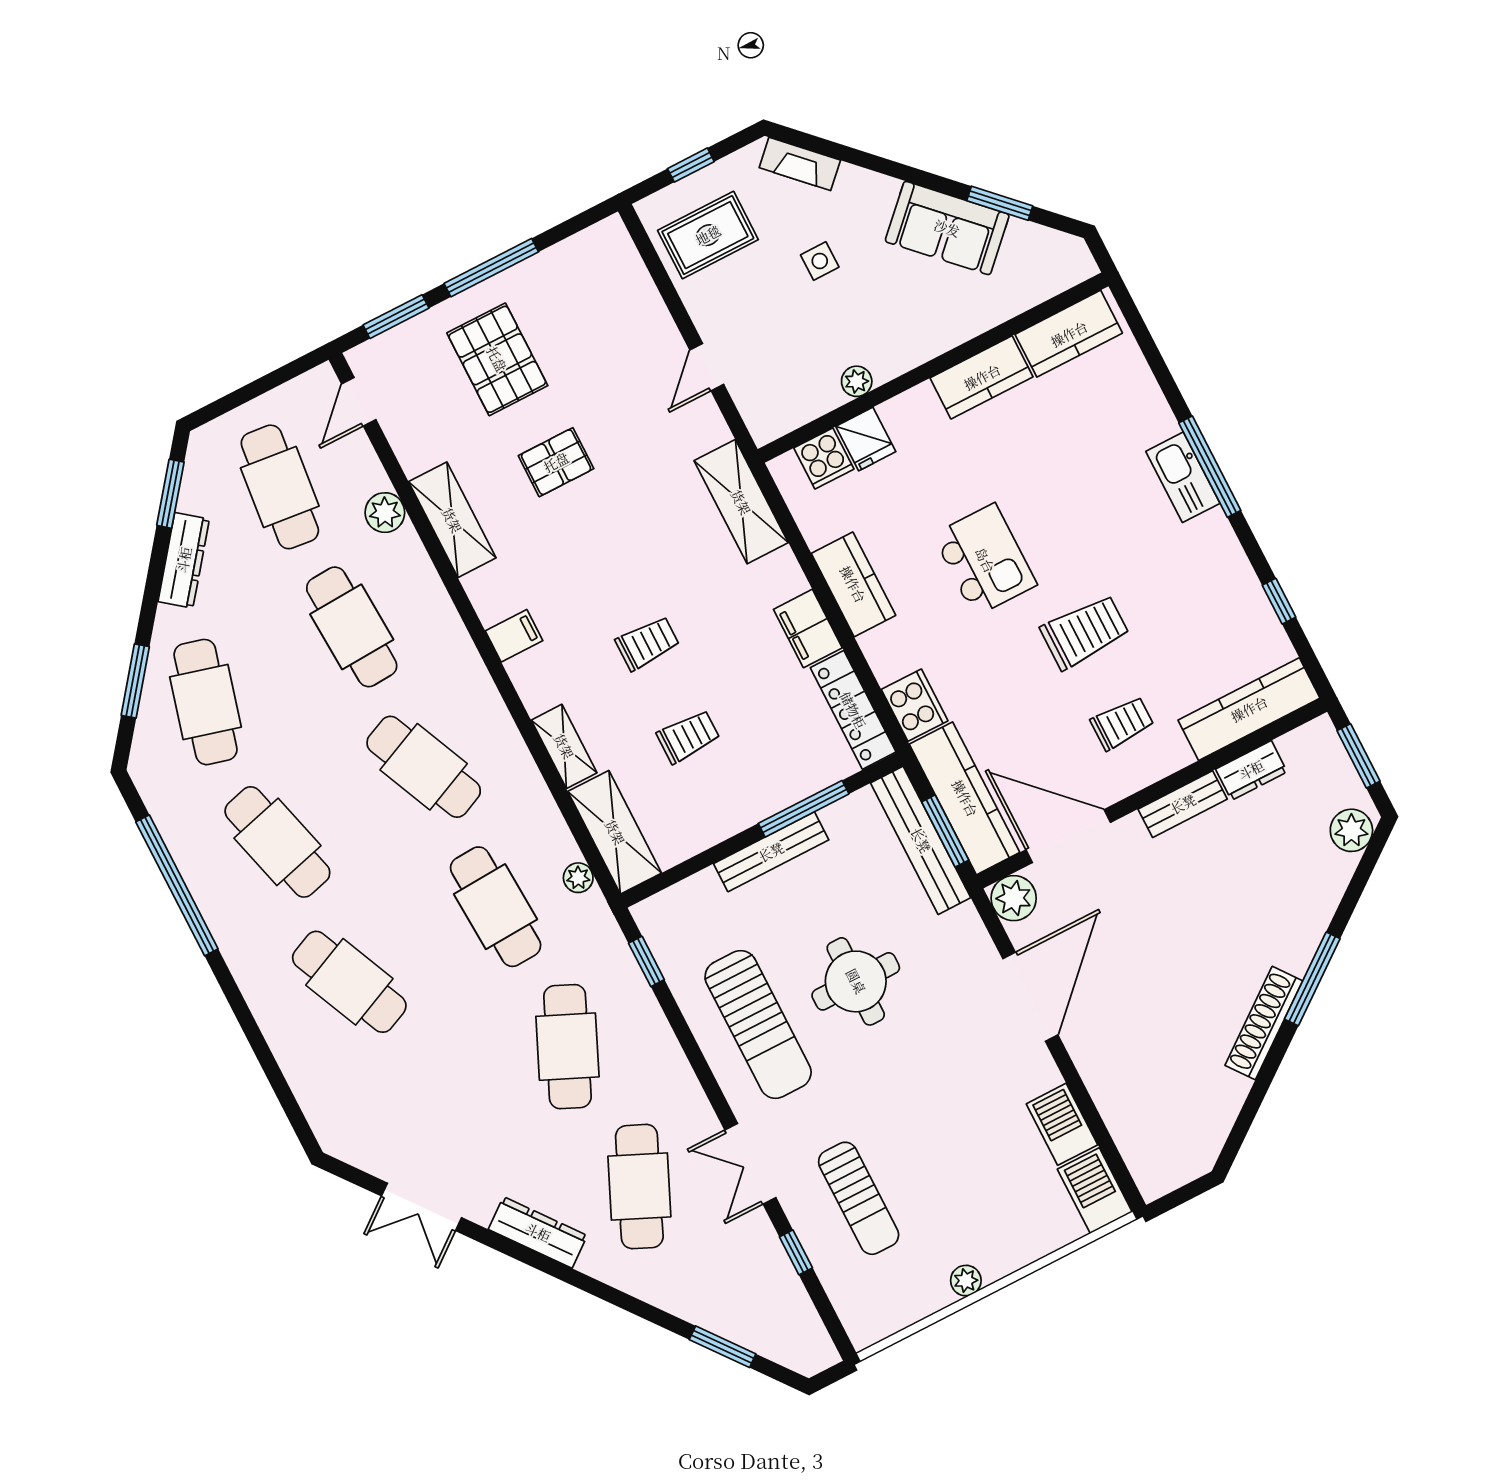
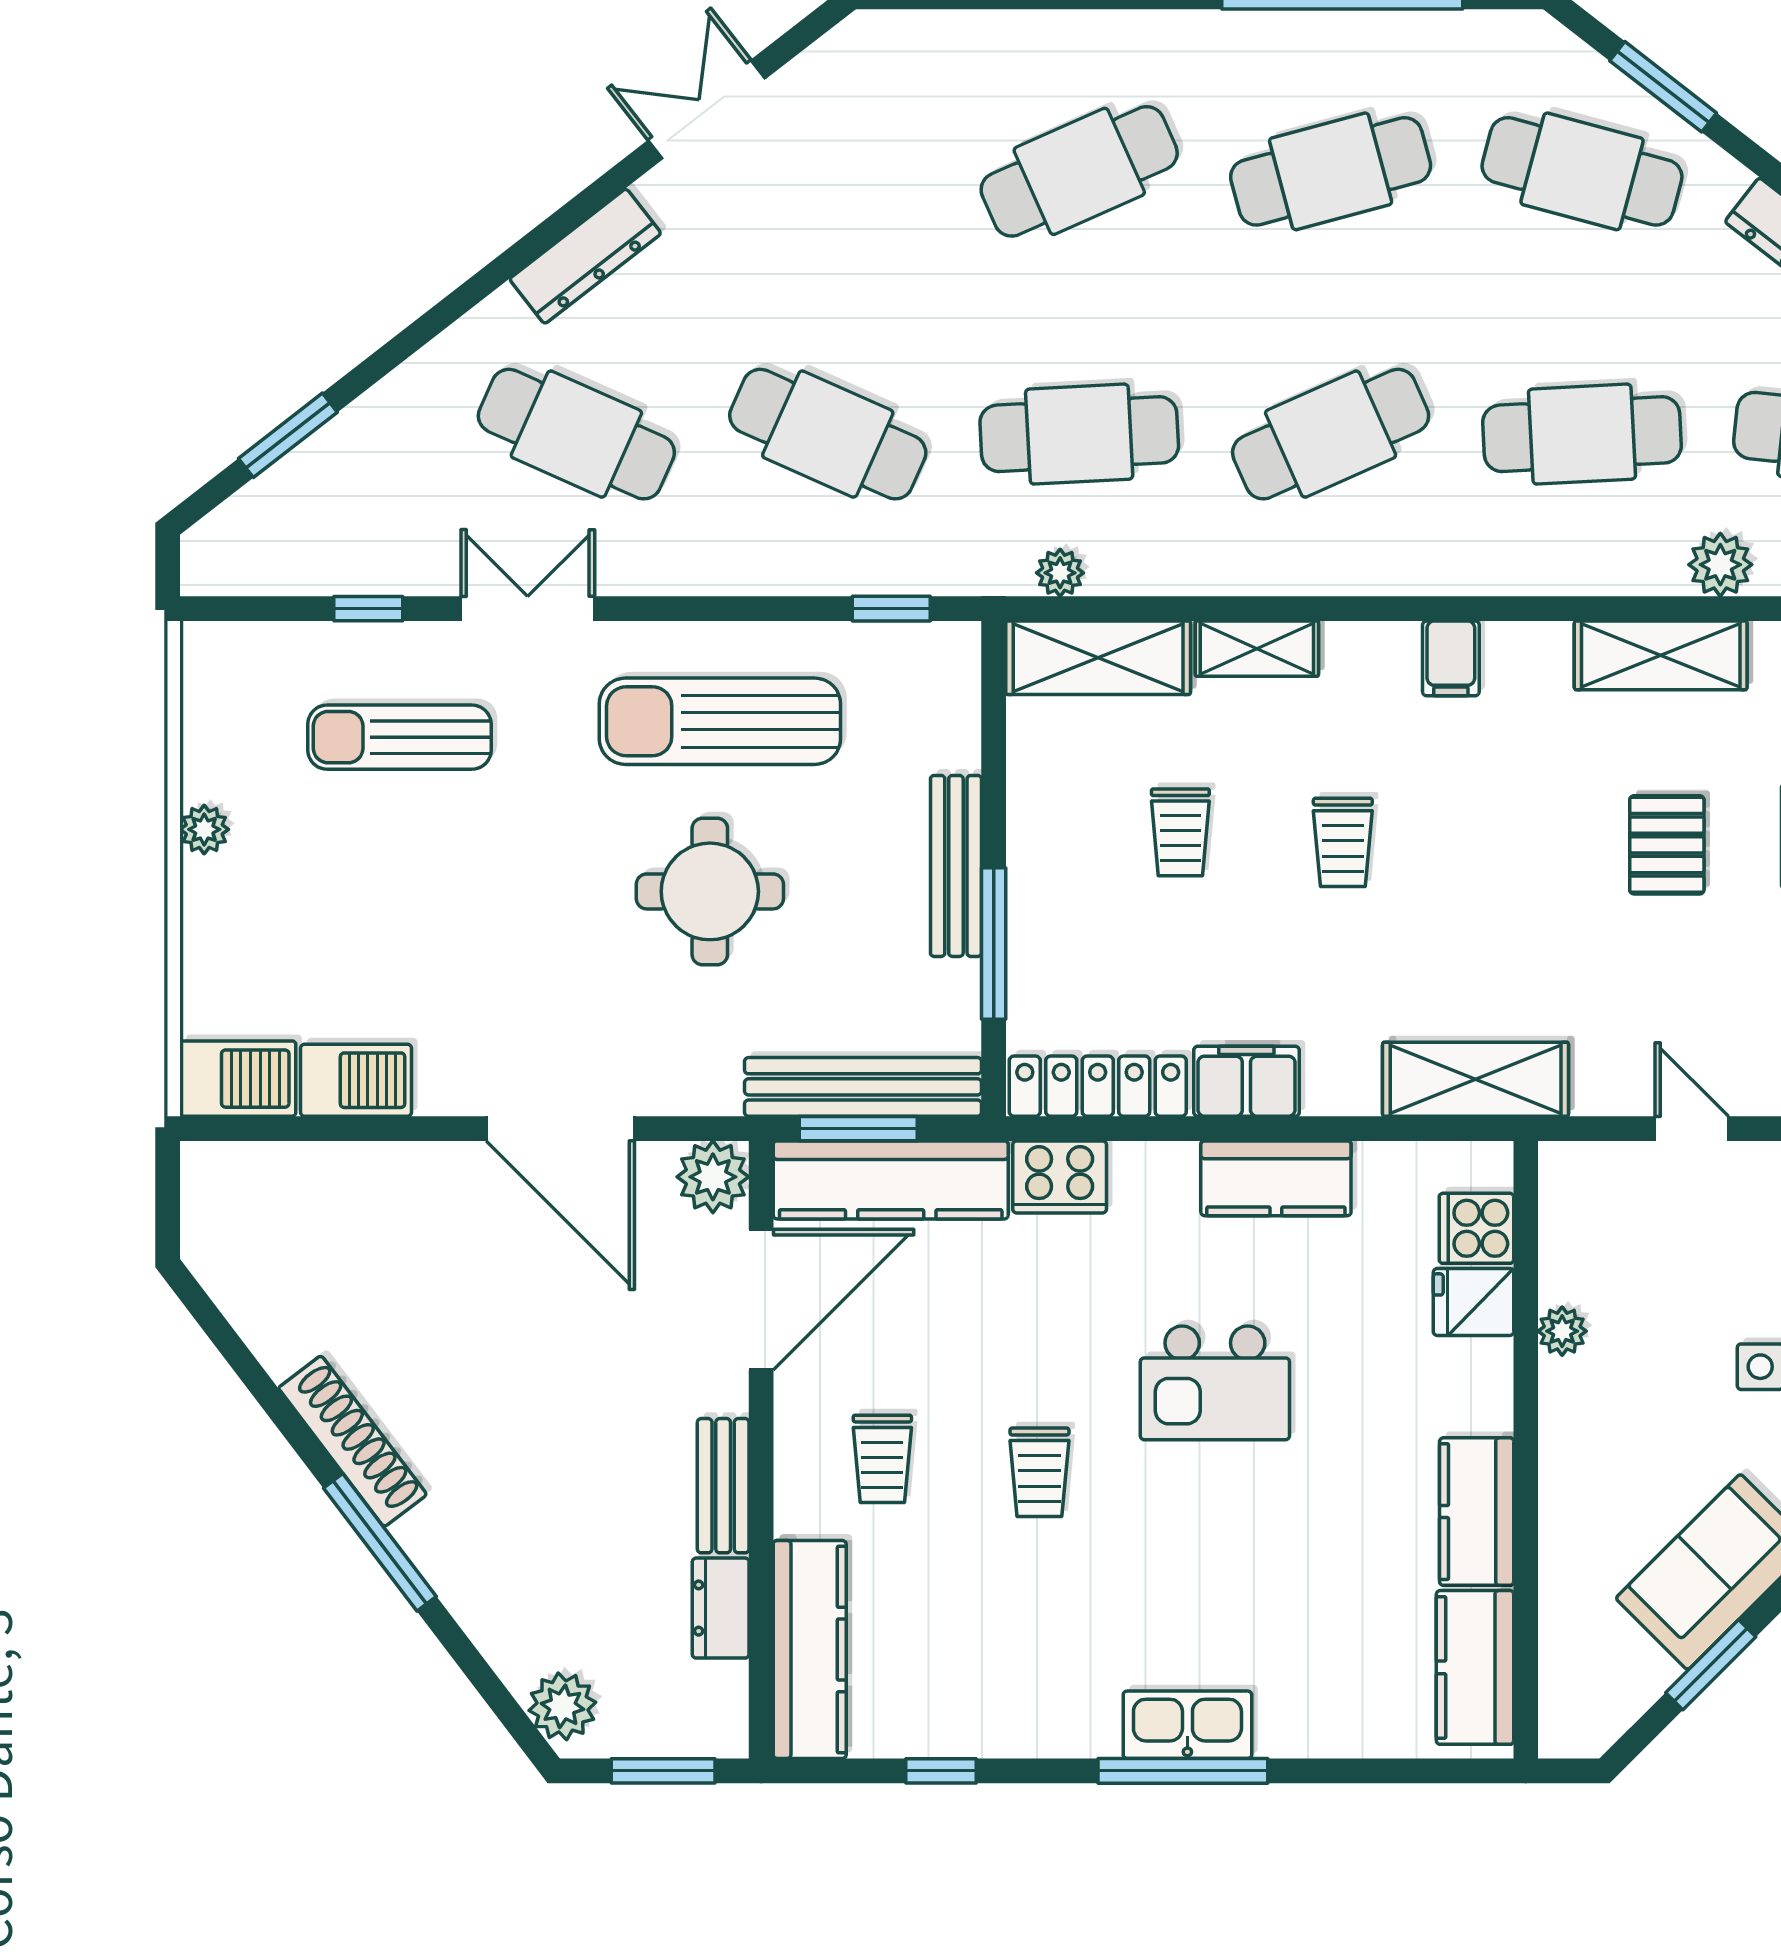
trolley: (1085, 632) -> (1039, 1472), width x0.73, depth x0.72

